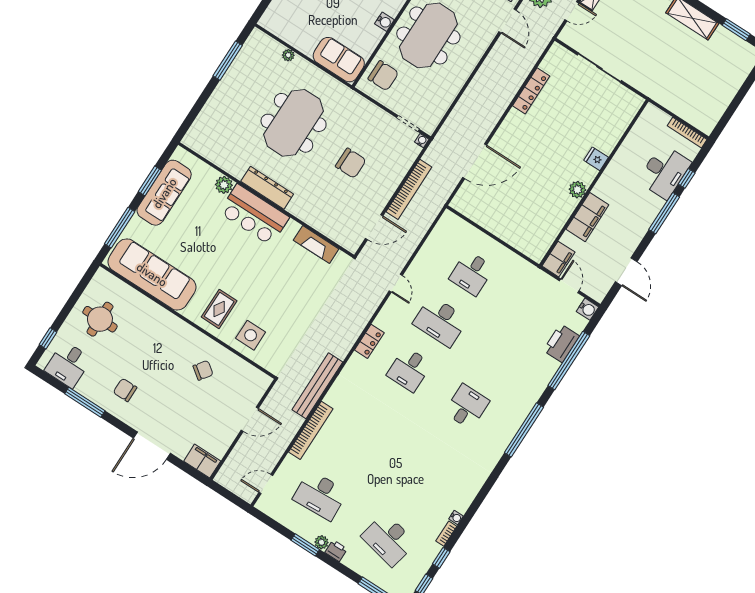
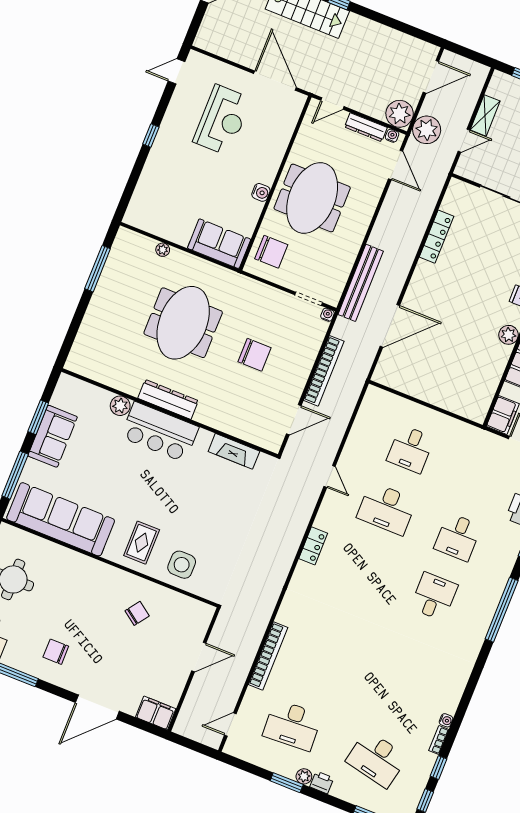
sofa: (164, 193) -> (53, 436), width x0.73
desk: (409, 369) -> (458, 537), moved
bench: (317, 386) -> (361, 283), moved

